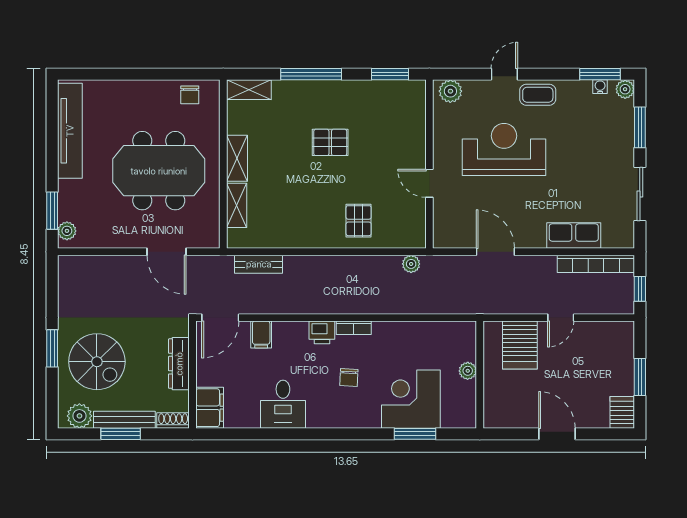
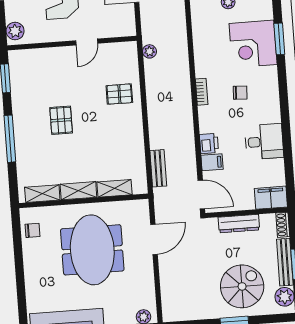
shelving: (249, 90) -> (42, 194), moved, turned 90
printer: (322, 332) -> (209, 143), moved

